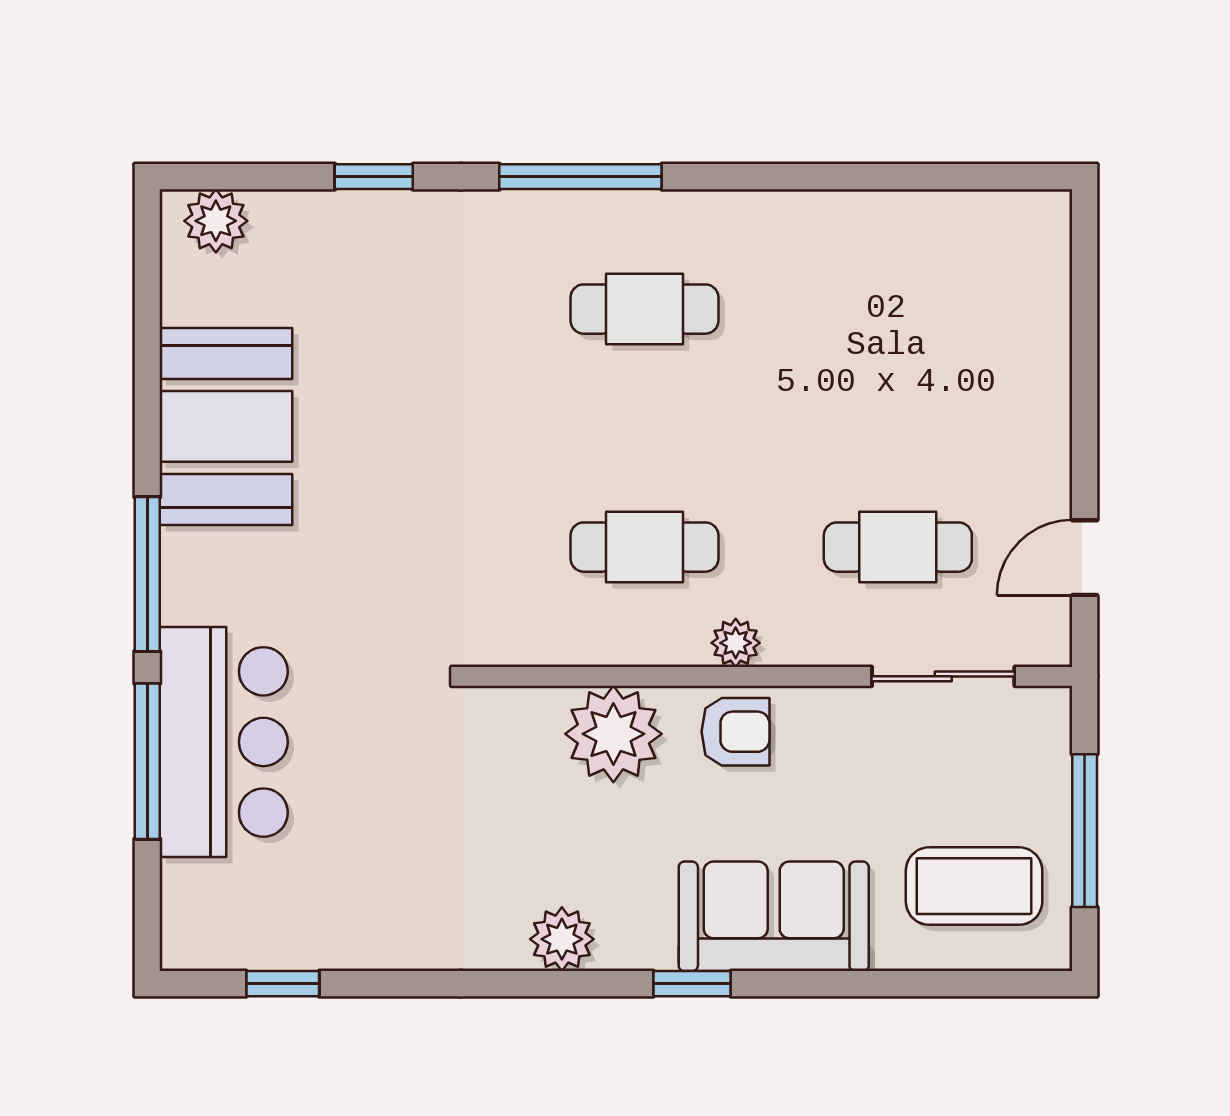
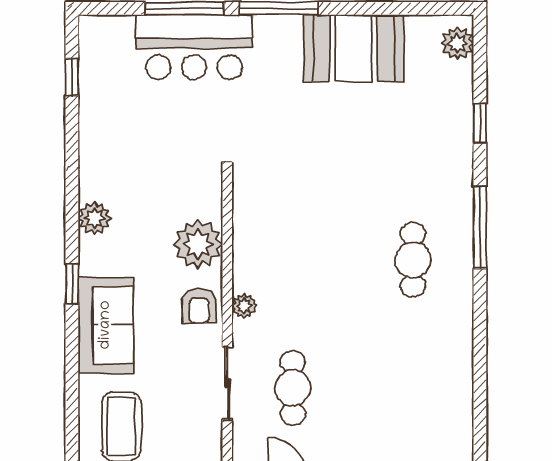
cafe table: (644, 547) -> (293, 260), removed
sliding door: (943, 676) -> (227, 383), moved

